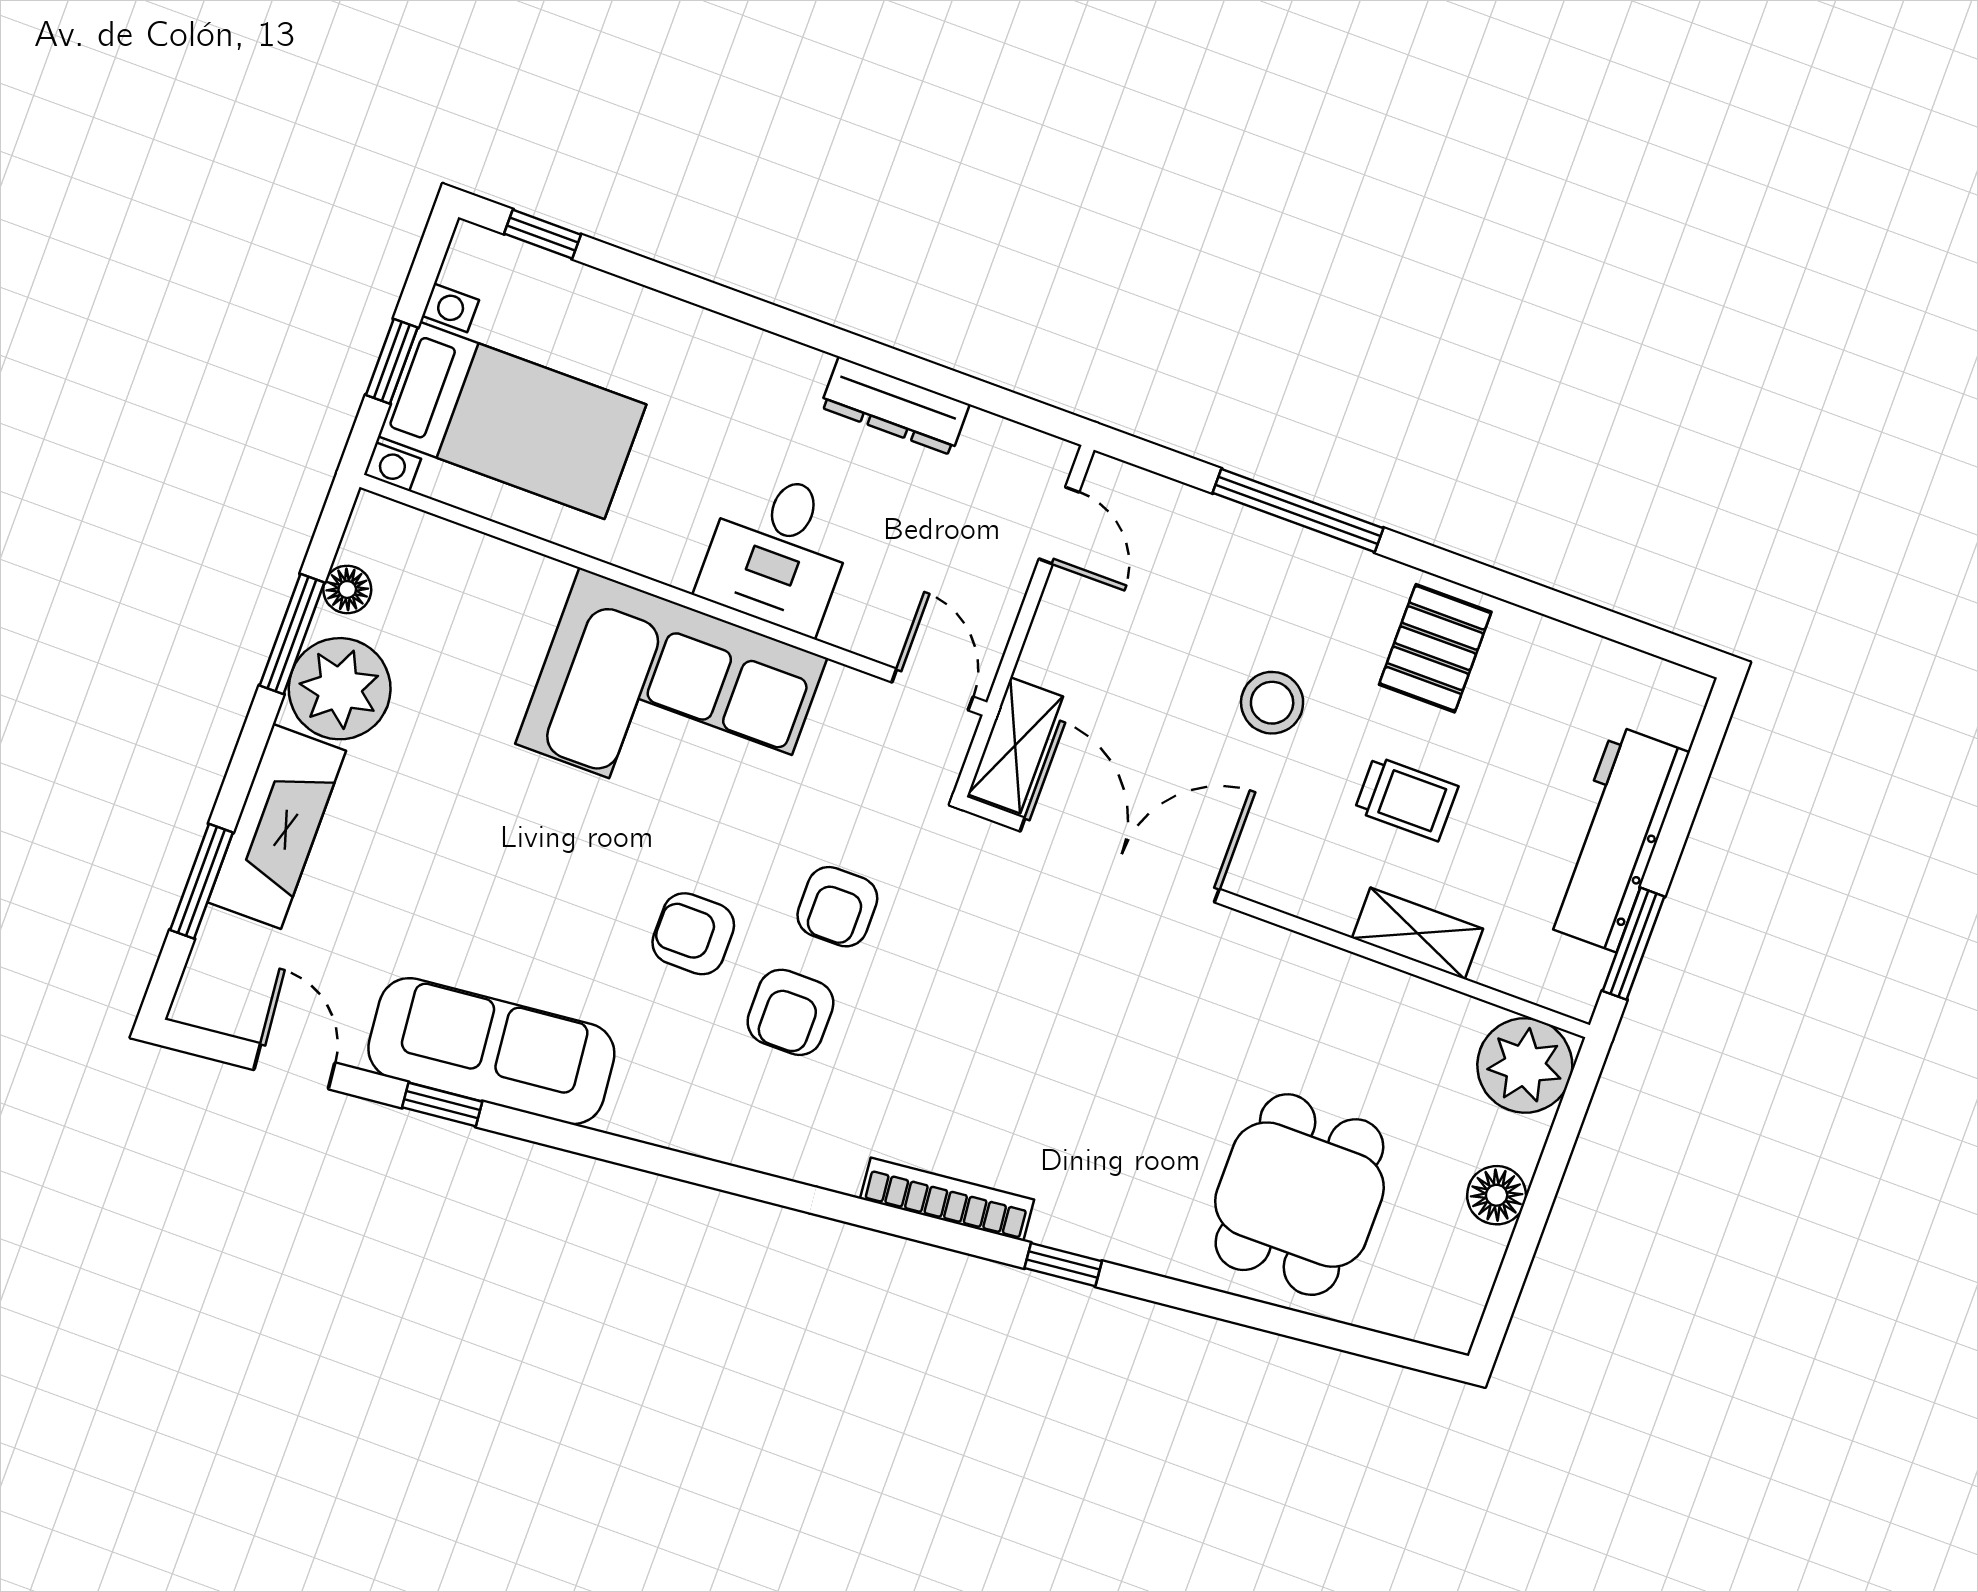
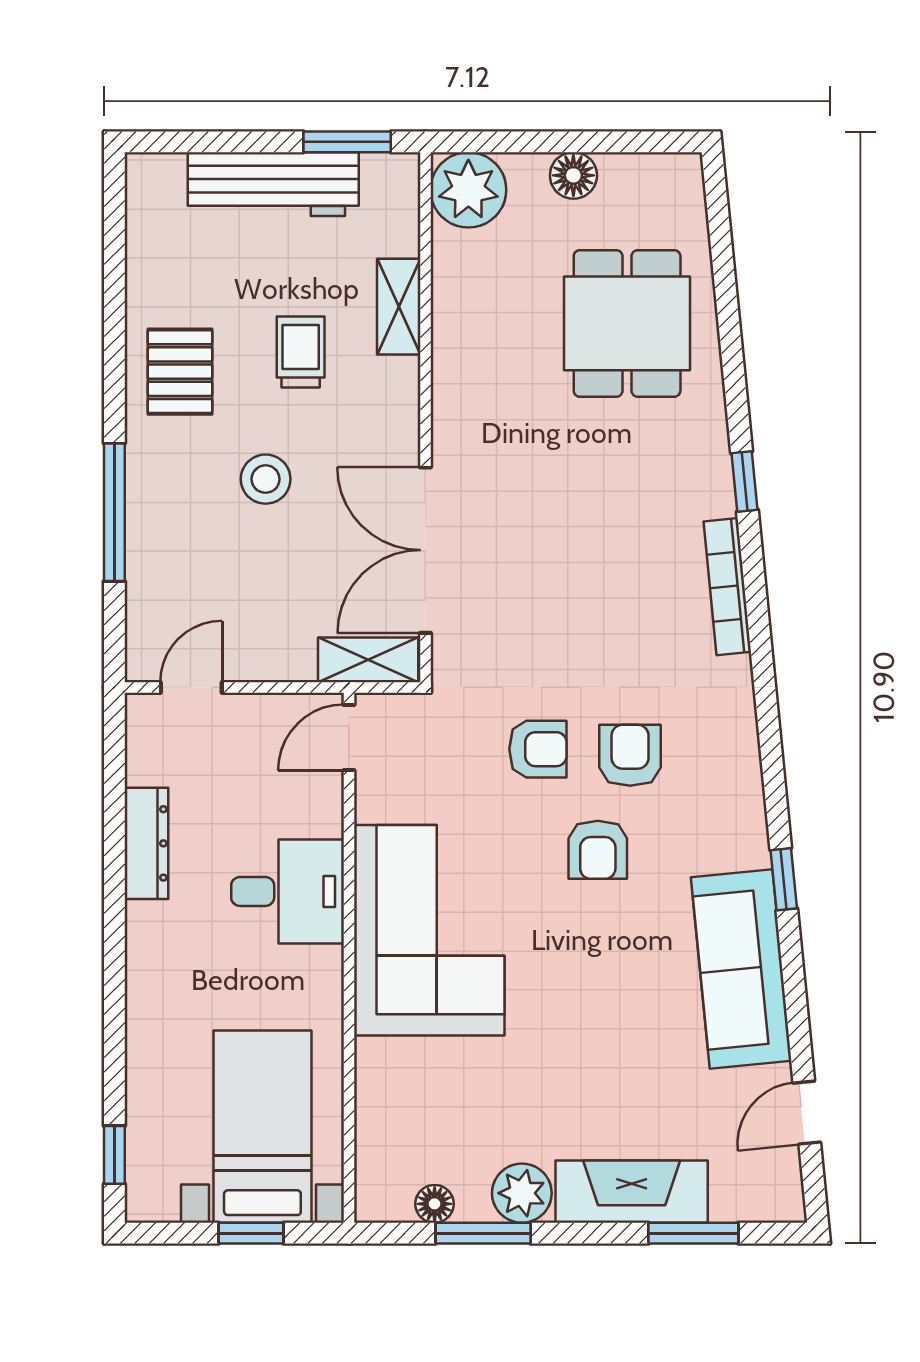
pallet: (1435, 648) -> (180, 372), turned 90
plant: (340, 689) -> (522, 1193), width x0.73, depth x0.73
armchair: (790, 1012) -> (630, 755), turned -90
window: (442, 1104) -> (784, 879), moved
dining table: (1299, 1195) -> (627, 323), turned 90

